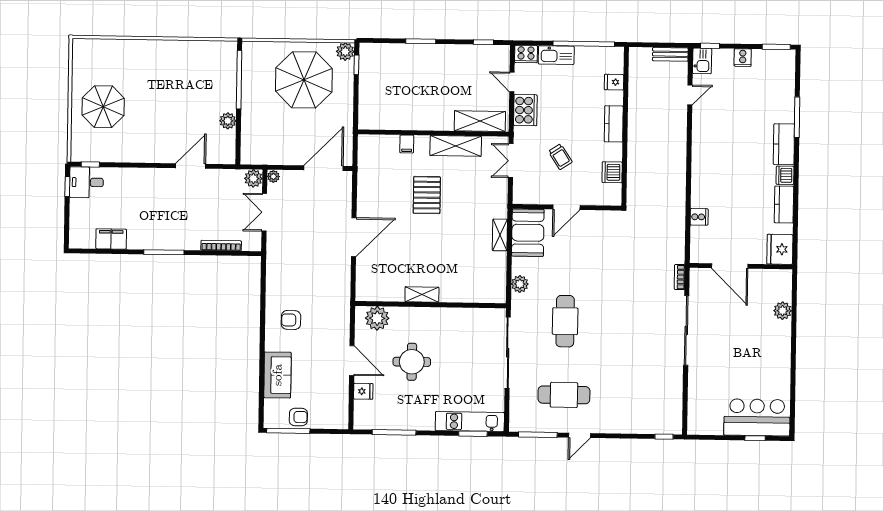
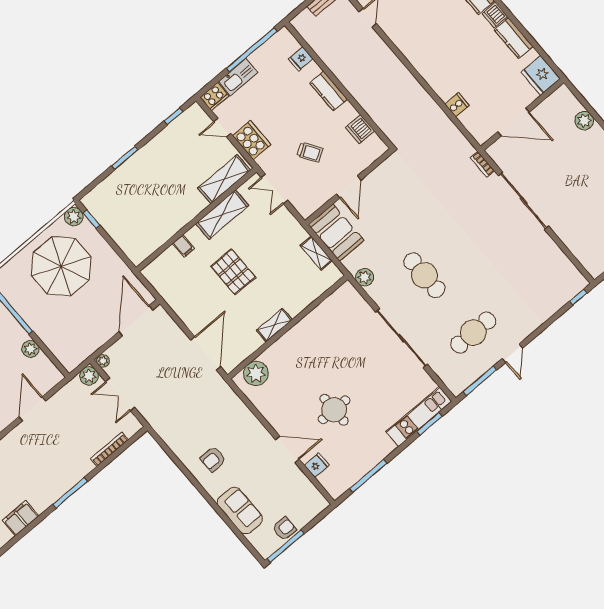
shelving: (422, 294) -> (274, 325), moved
wall: (431, 305) -> (288, 327), moved
plant: (377, 318) -> (256, 373), moved

